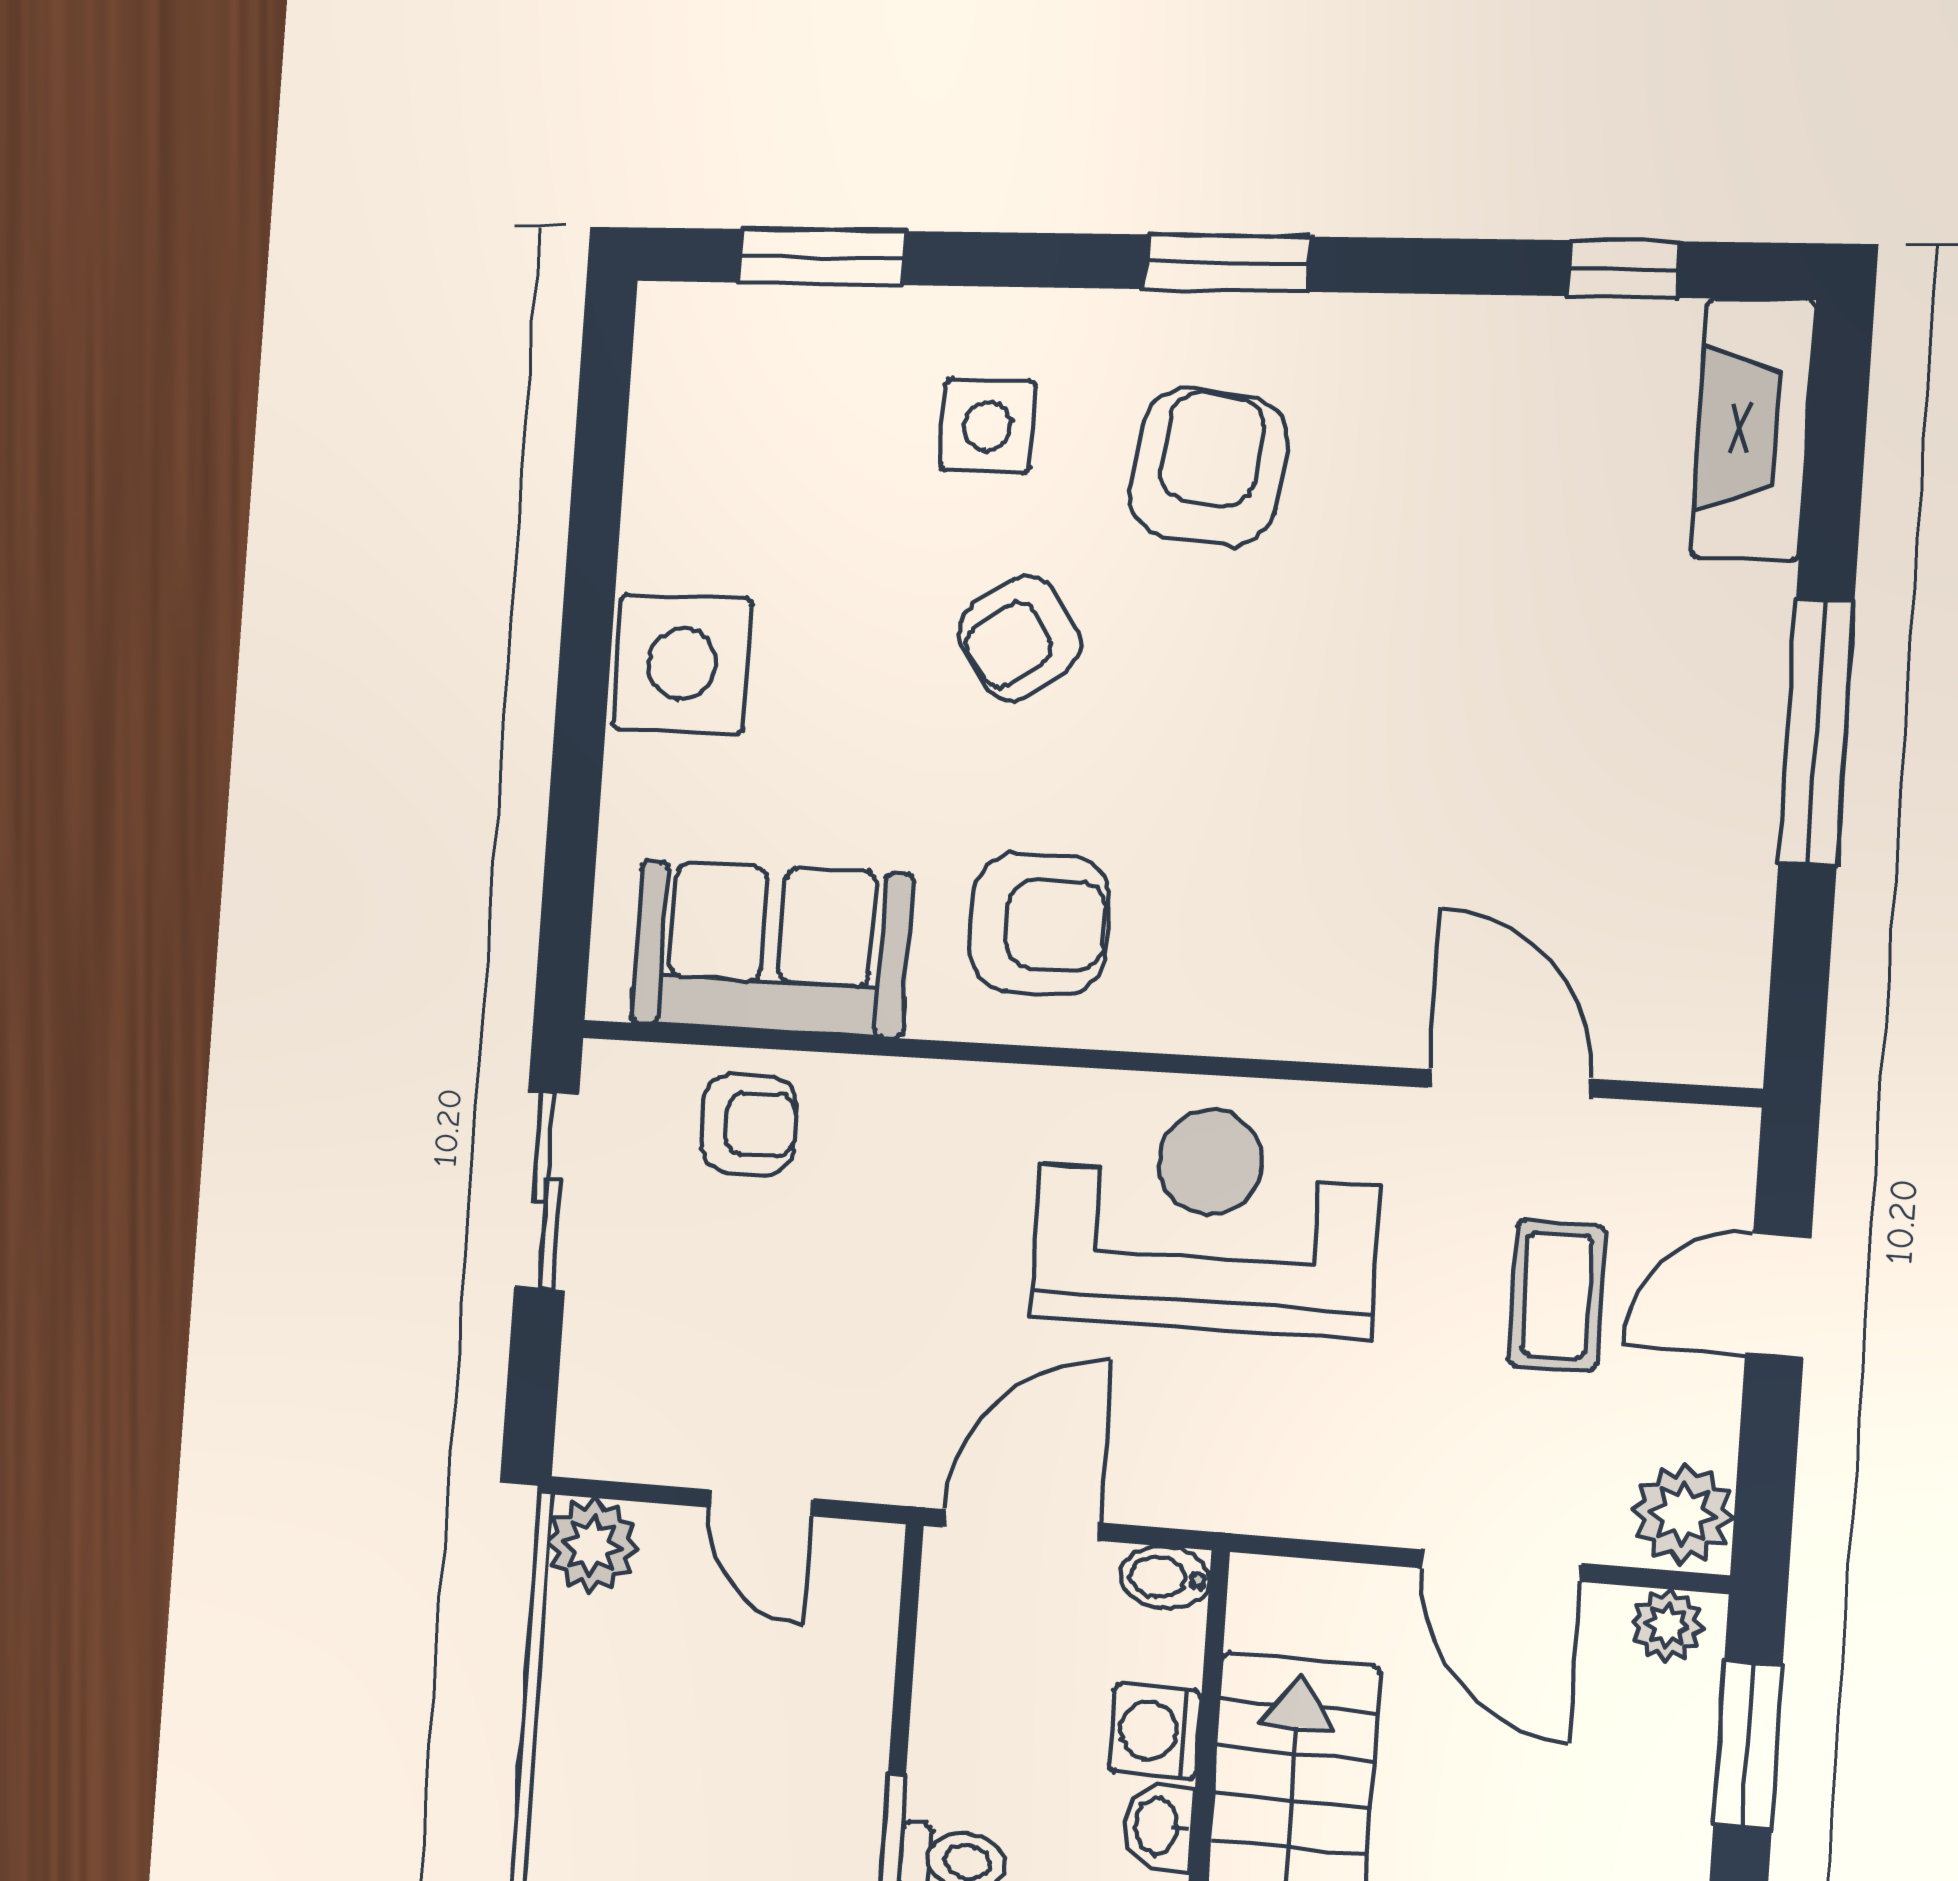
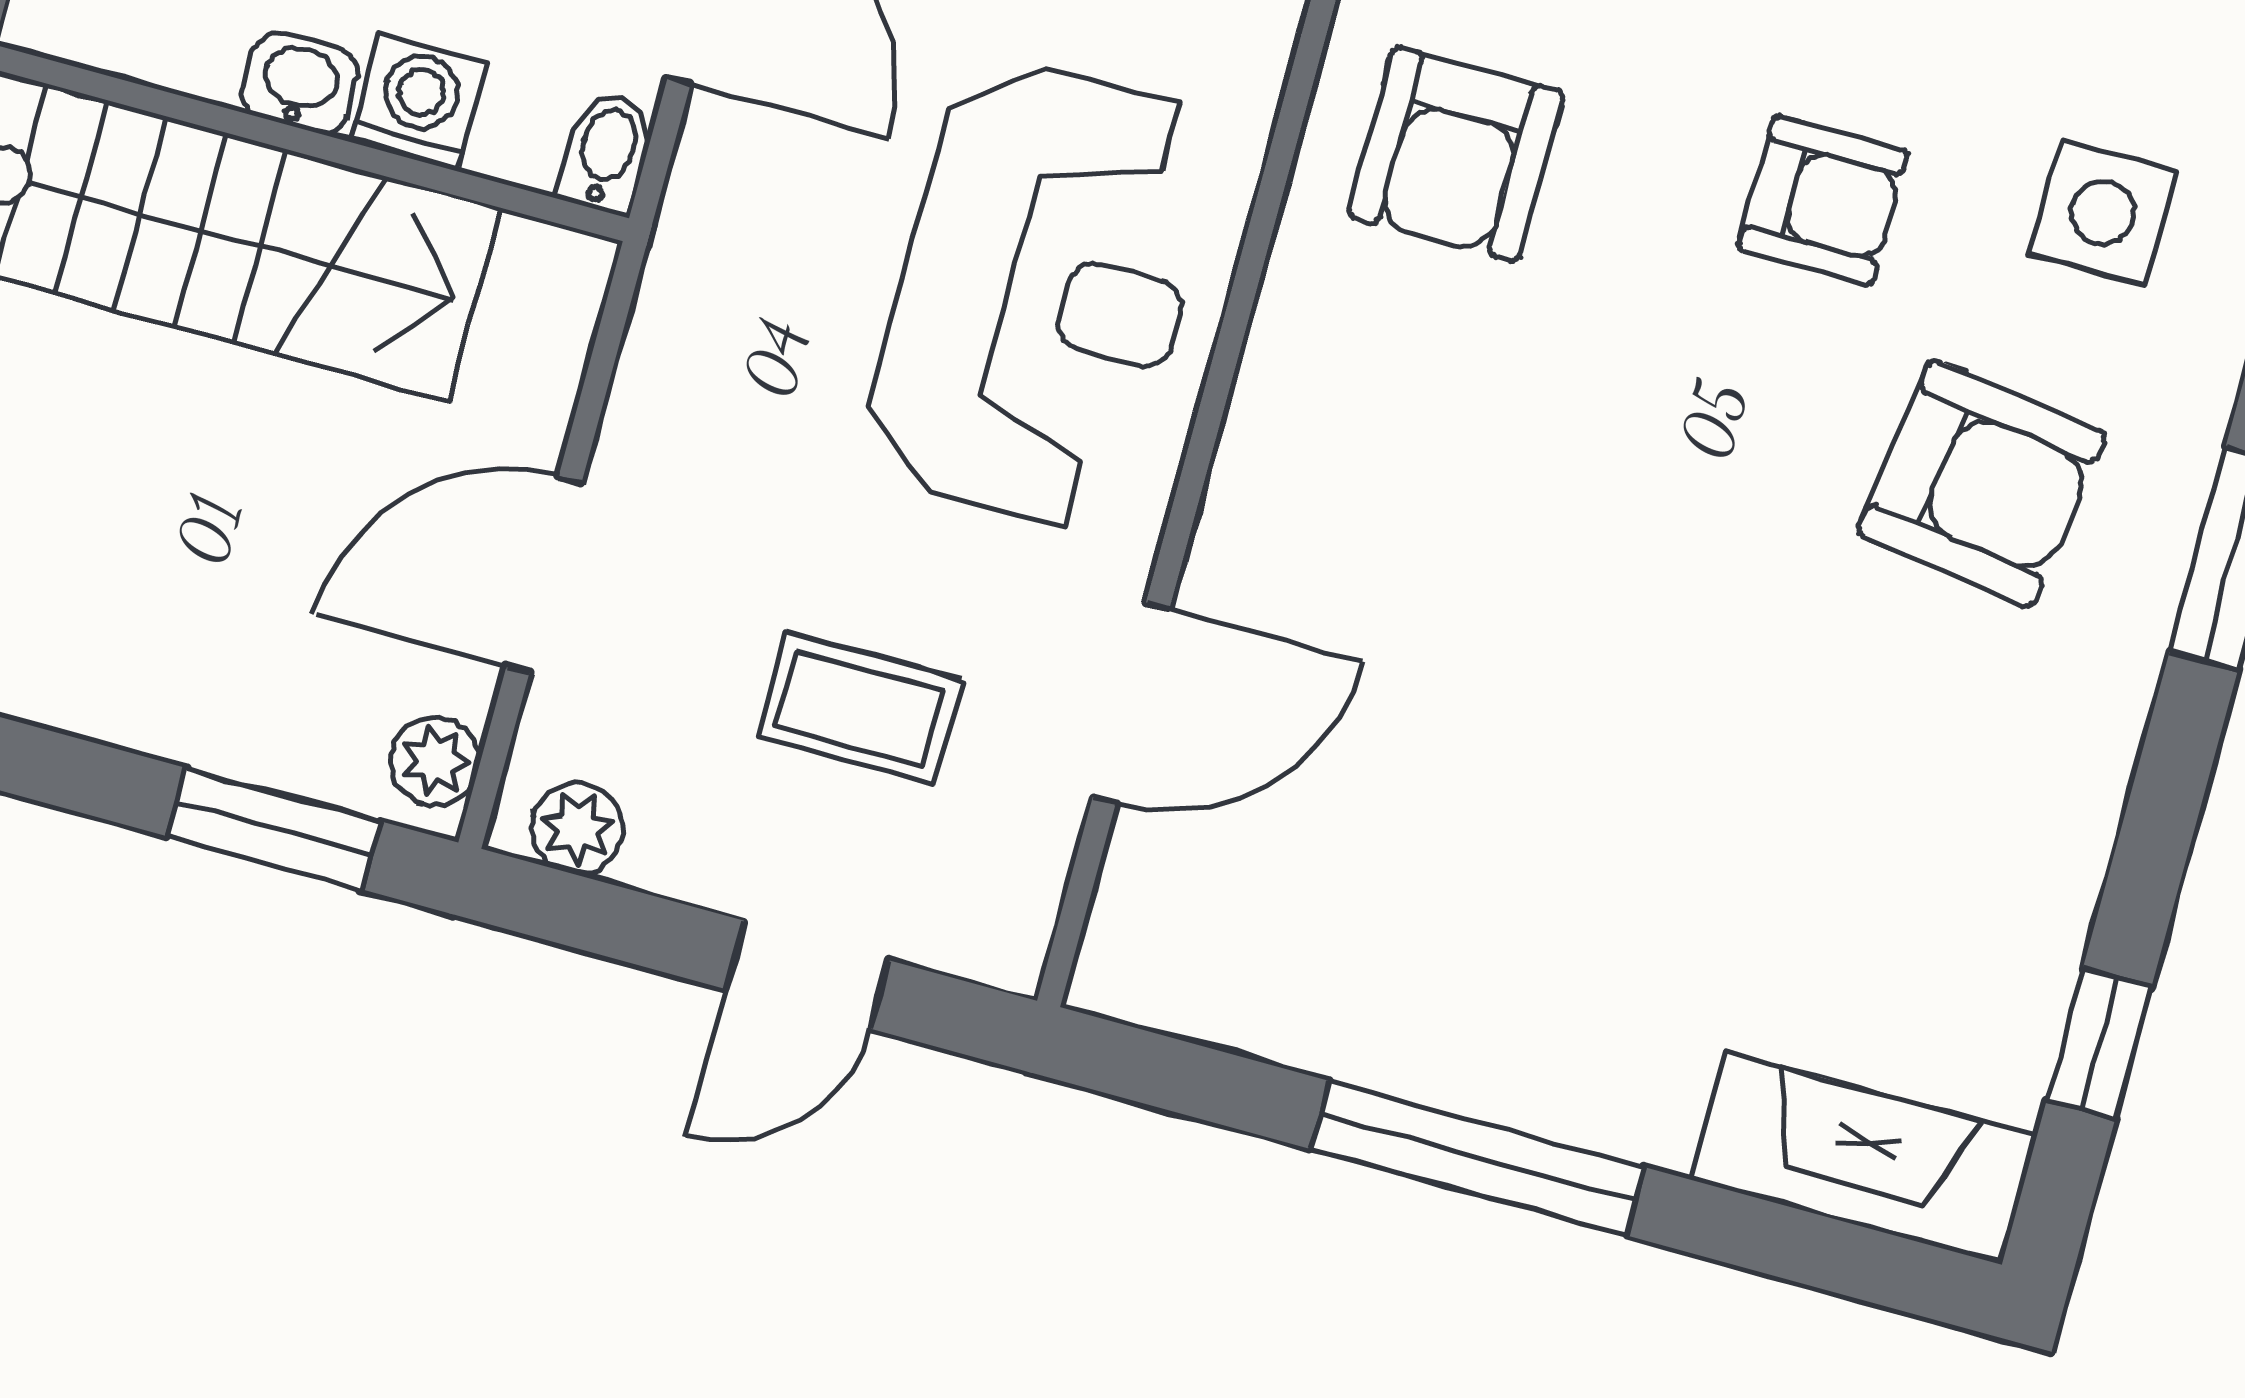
armchair: (1019, 638) -> (1823, 200), turned 125
door: (1778, 1295) -> (808, 975), swing flipped
plant: (1683, 1514) -> (577, 828), width x0.73, depth x0.73

